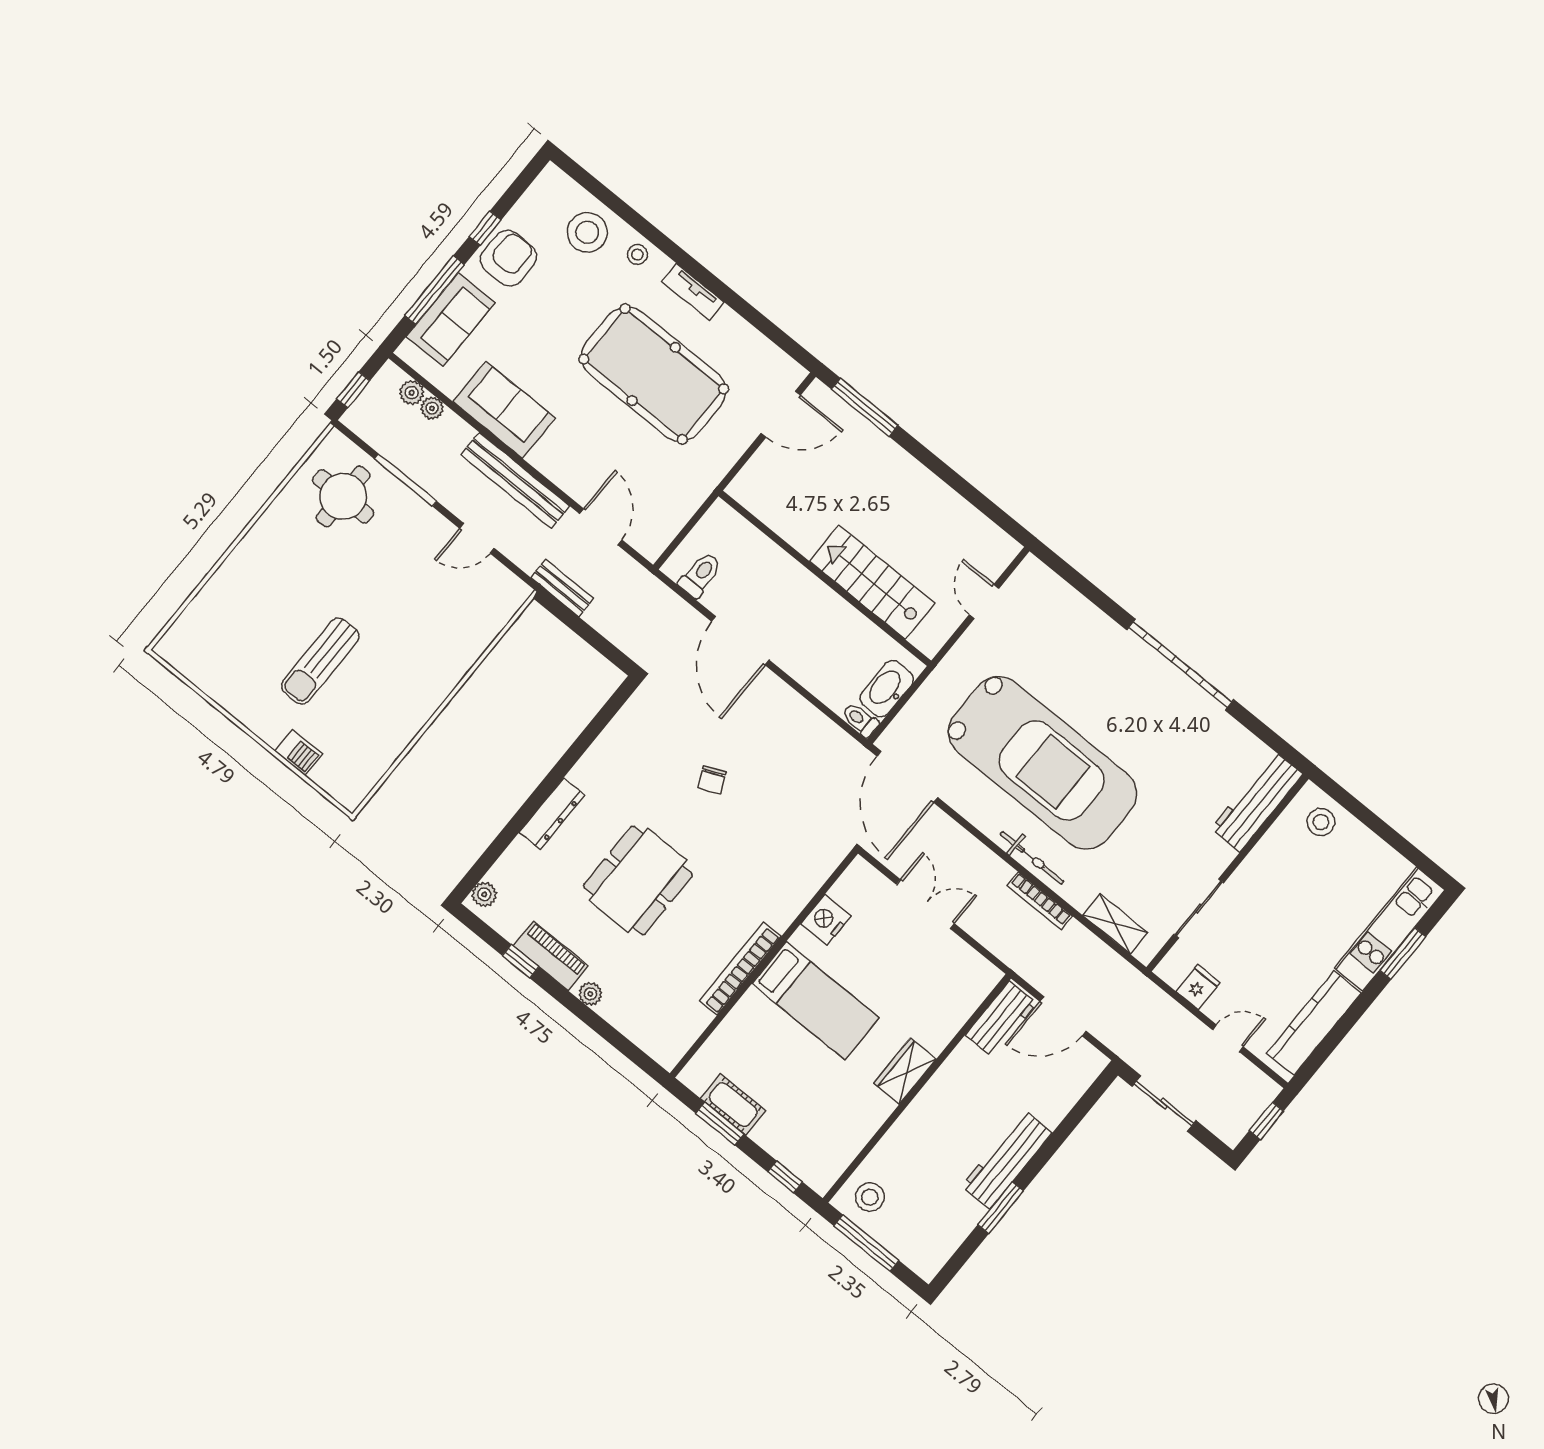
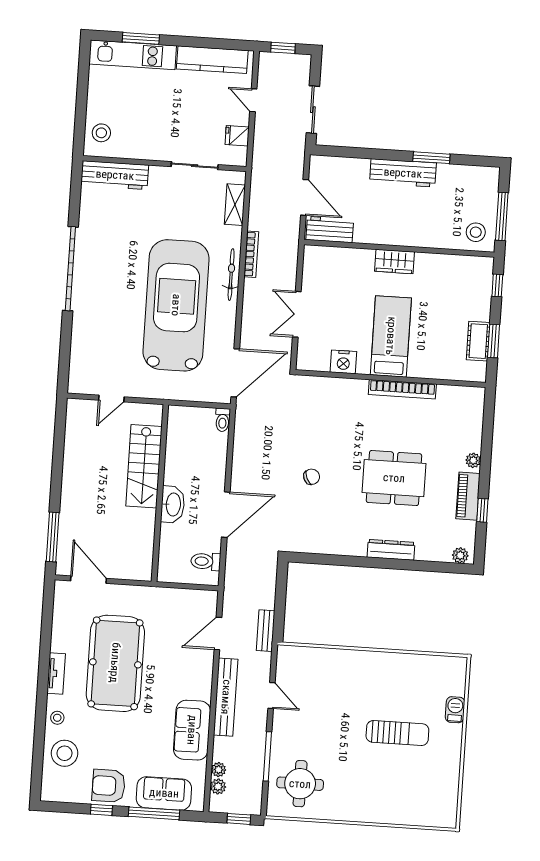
washbasin: (887, 689) -> (173, 504), moved, turned -90

